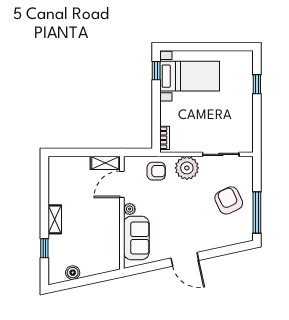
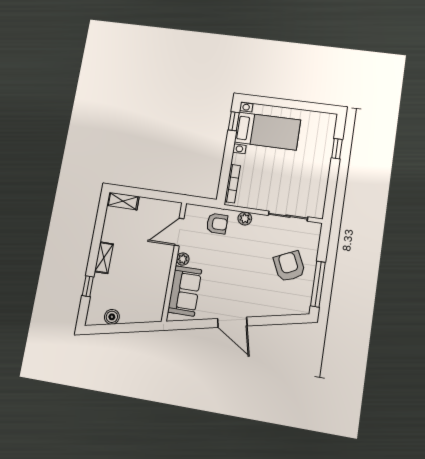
bookcase: (165, 138) -> (233, 184), width x1.56
shelving: (105, 163) -> (123, 201), moved
plant: (187, 168) -> (245, 218), width x0.53, depth x0.53

